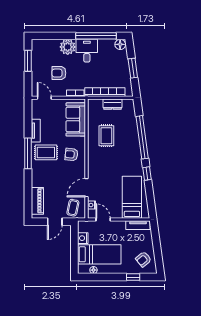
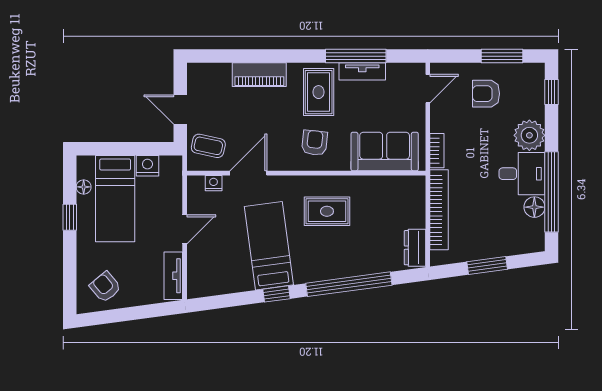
window: (46, 36) -> (551, 92), added
floor lamp: (120, 44) -> (534, 207), moved
armchair: (59, 73) -> (486, 94), moved, turned -90
dresser: (112, 104) -> (415, 248), moved
rug: (106, 136) -> (327, 211), moved
window: (28, 153) -> (356, 56), moved
door: (87, 188) -> (248, 173), hinge flipped
bed: (132, 197) -> (269, 246), moved, turned -98
piano: (37, 201) -> (259, 75), moved
door: (103, 220) -> (185, 229), moved
window: (133, 277) -> (70, 217), moved

